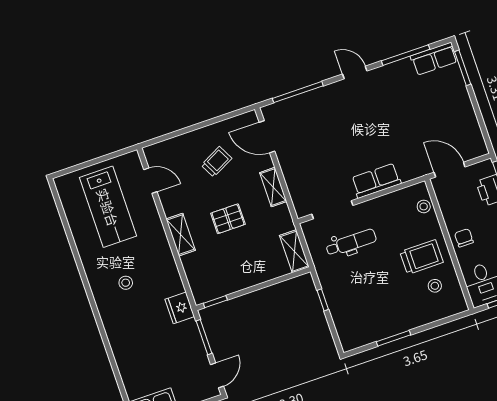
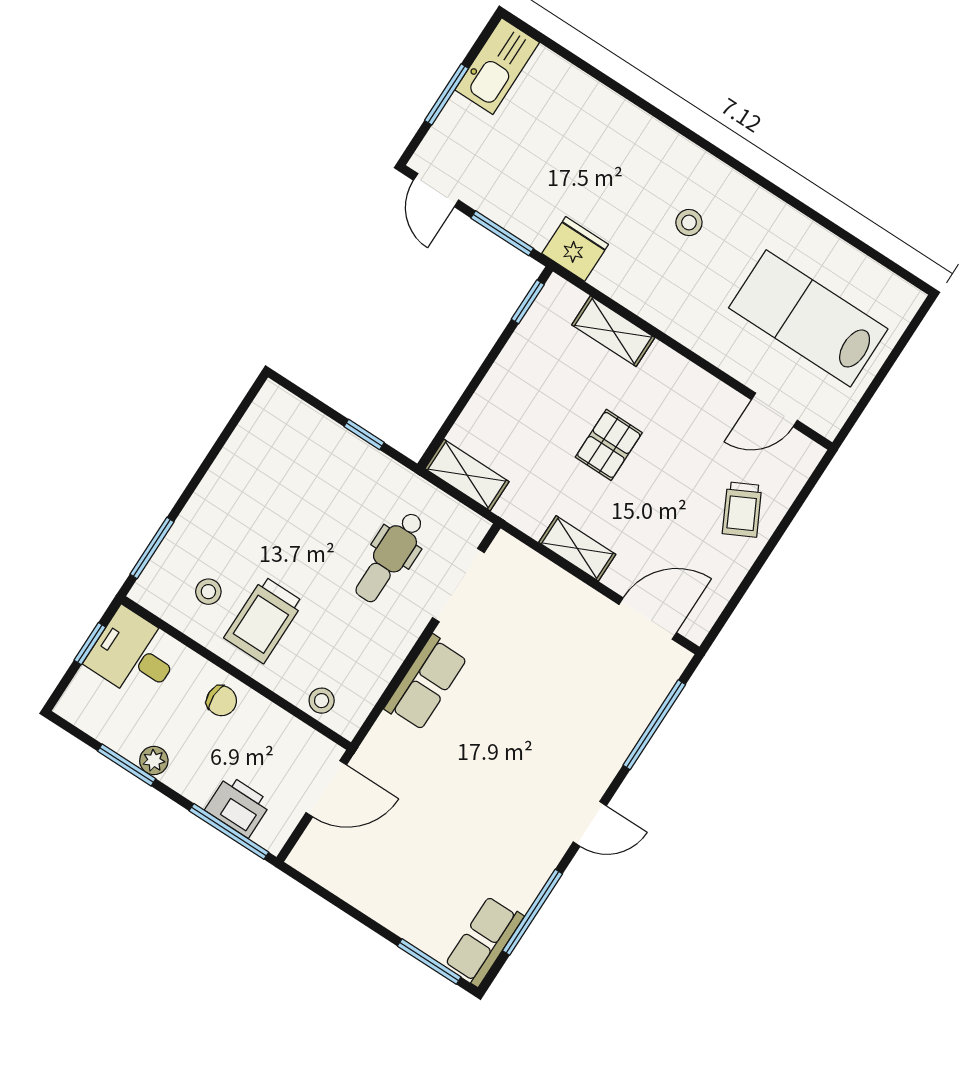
trolley: (217, 162) -> (742, 510), moved
shelving: (181, 235) -> (613, 331), moved
window: (394, 338) -> (152, 548), moved

